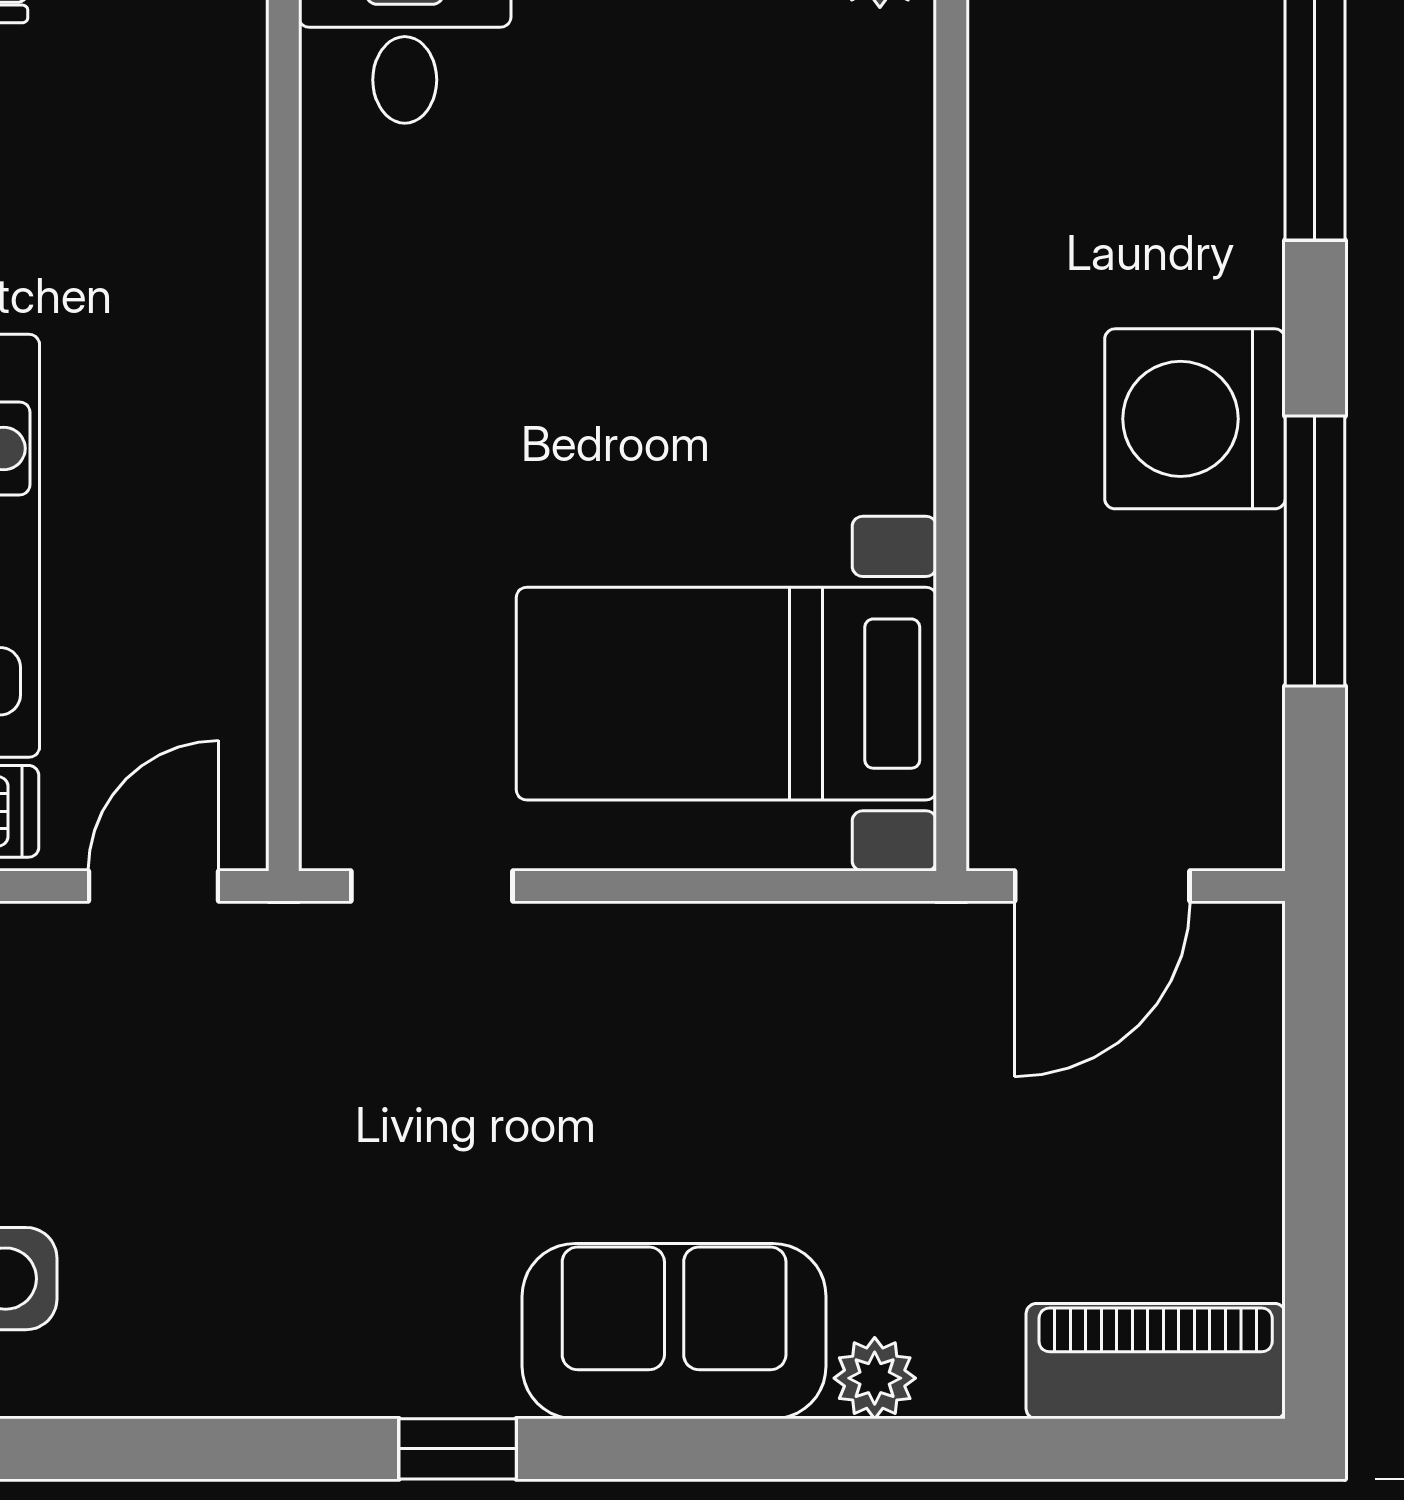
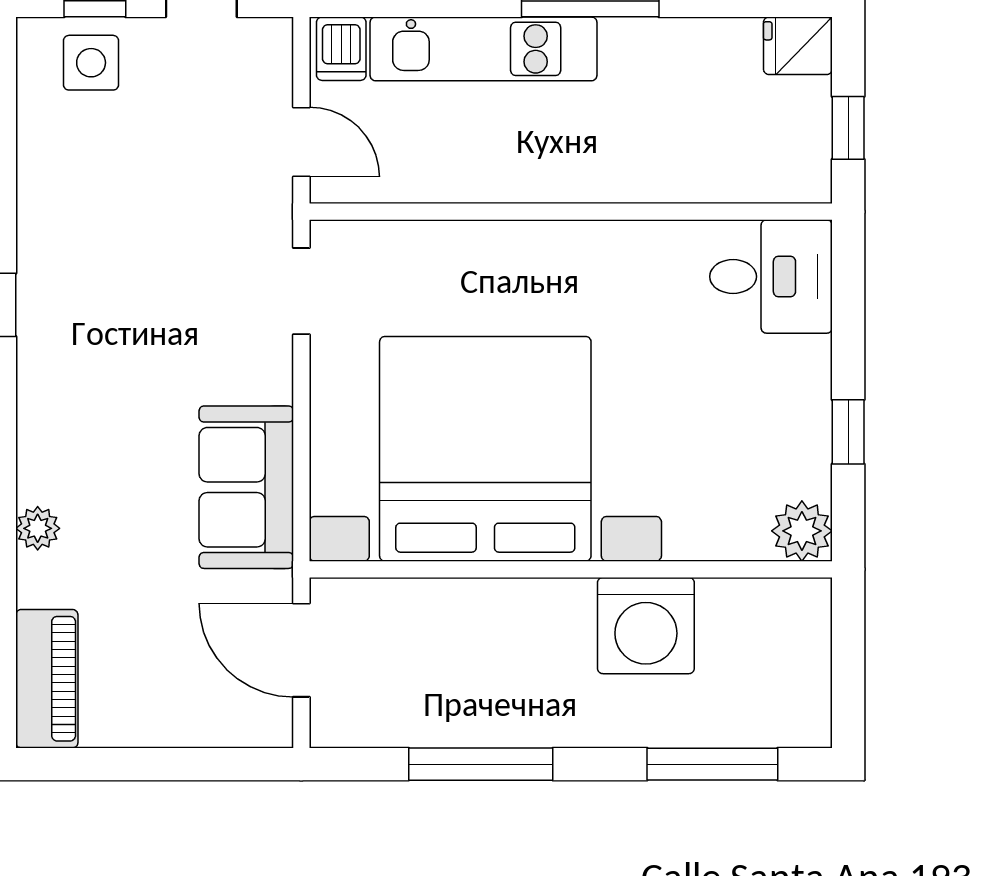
washing machine: (1195, 419) -> (646, 626), moved, turned 180
bed with nightstands: (726, 694) -> (485, 449), width x1.85
sofa: (674, 1331) -> (246, 487), moved, turned 180

